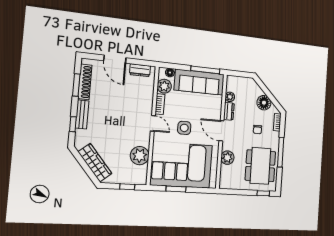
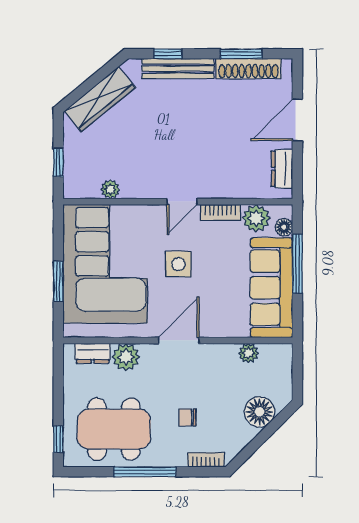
window: (205, 70) -> (297, 264), moved
floor lamp: (264, 103) -> (260, 412), moved
dresser: (229, 111) -> (93, 353), moved
bench: (82, 114) -> (178, 69), width x1.36
plant: (140, 156) -> (110, 189), width x0.53, depth x0.53
window: (176, 189) -> (58, 281), moved

